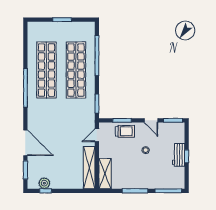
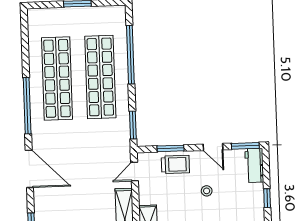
door: (25, 143) -> (29, 169), moved
workbench: (179, 155) -> (254, 165), moved

